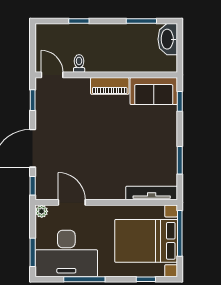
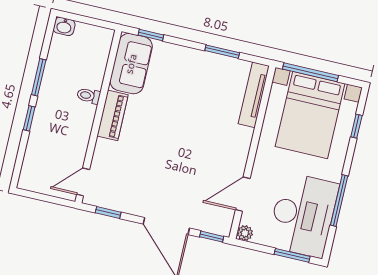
window: (79, 21) -> (29, 118), moved
window: (141, 21) -> (39, 77), moved
washbasin: (168, 39) -> (64, 26), width x0.52, depth x0.69
toilet: (79, 63) -> (89, 96), moved

